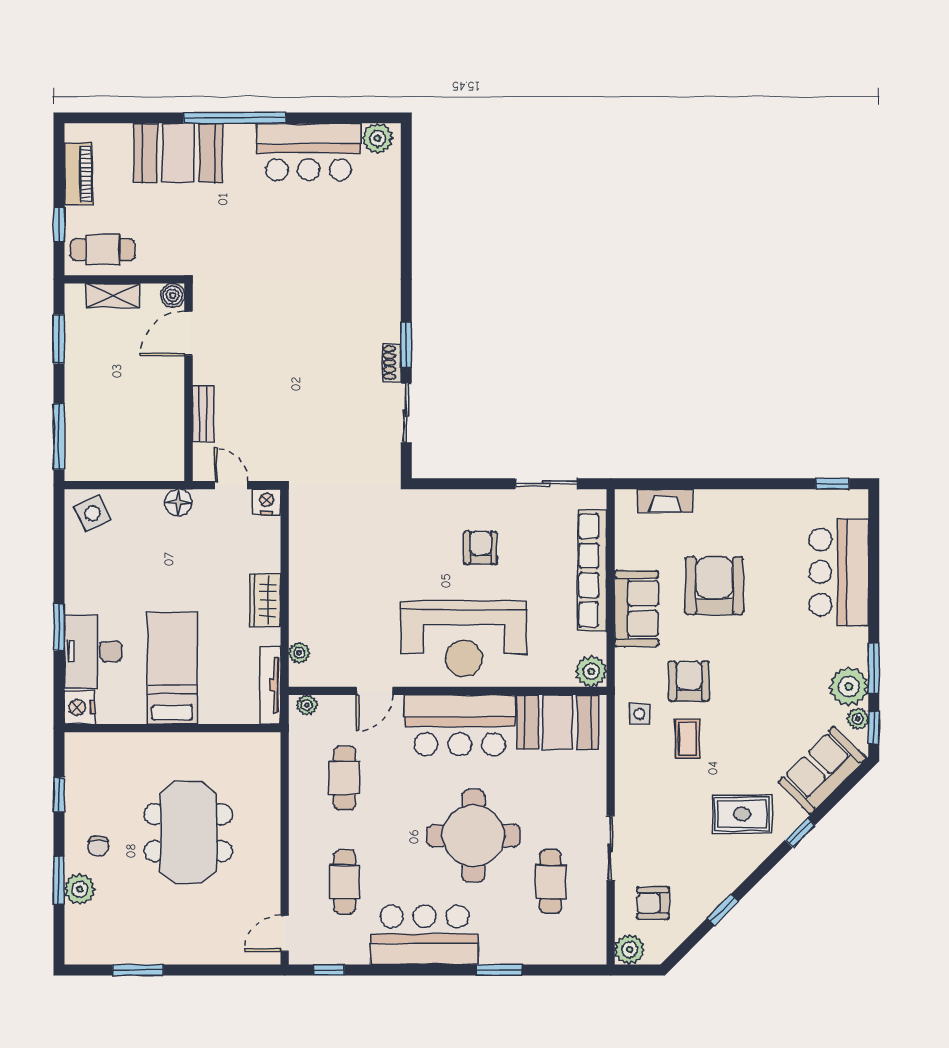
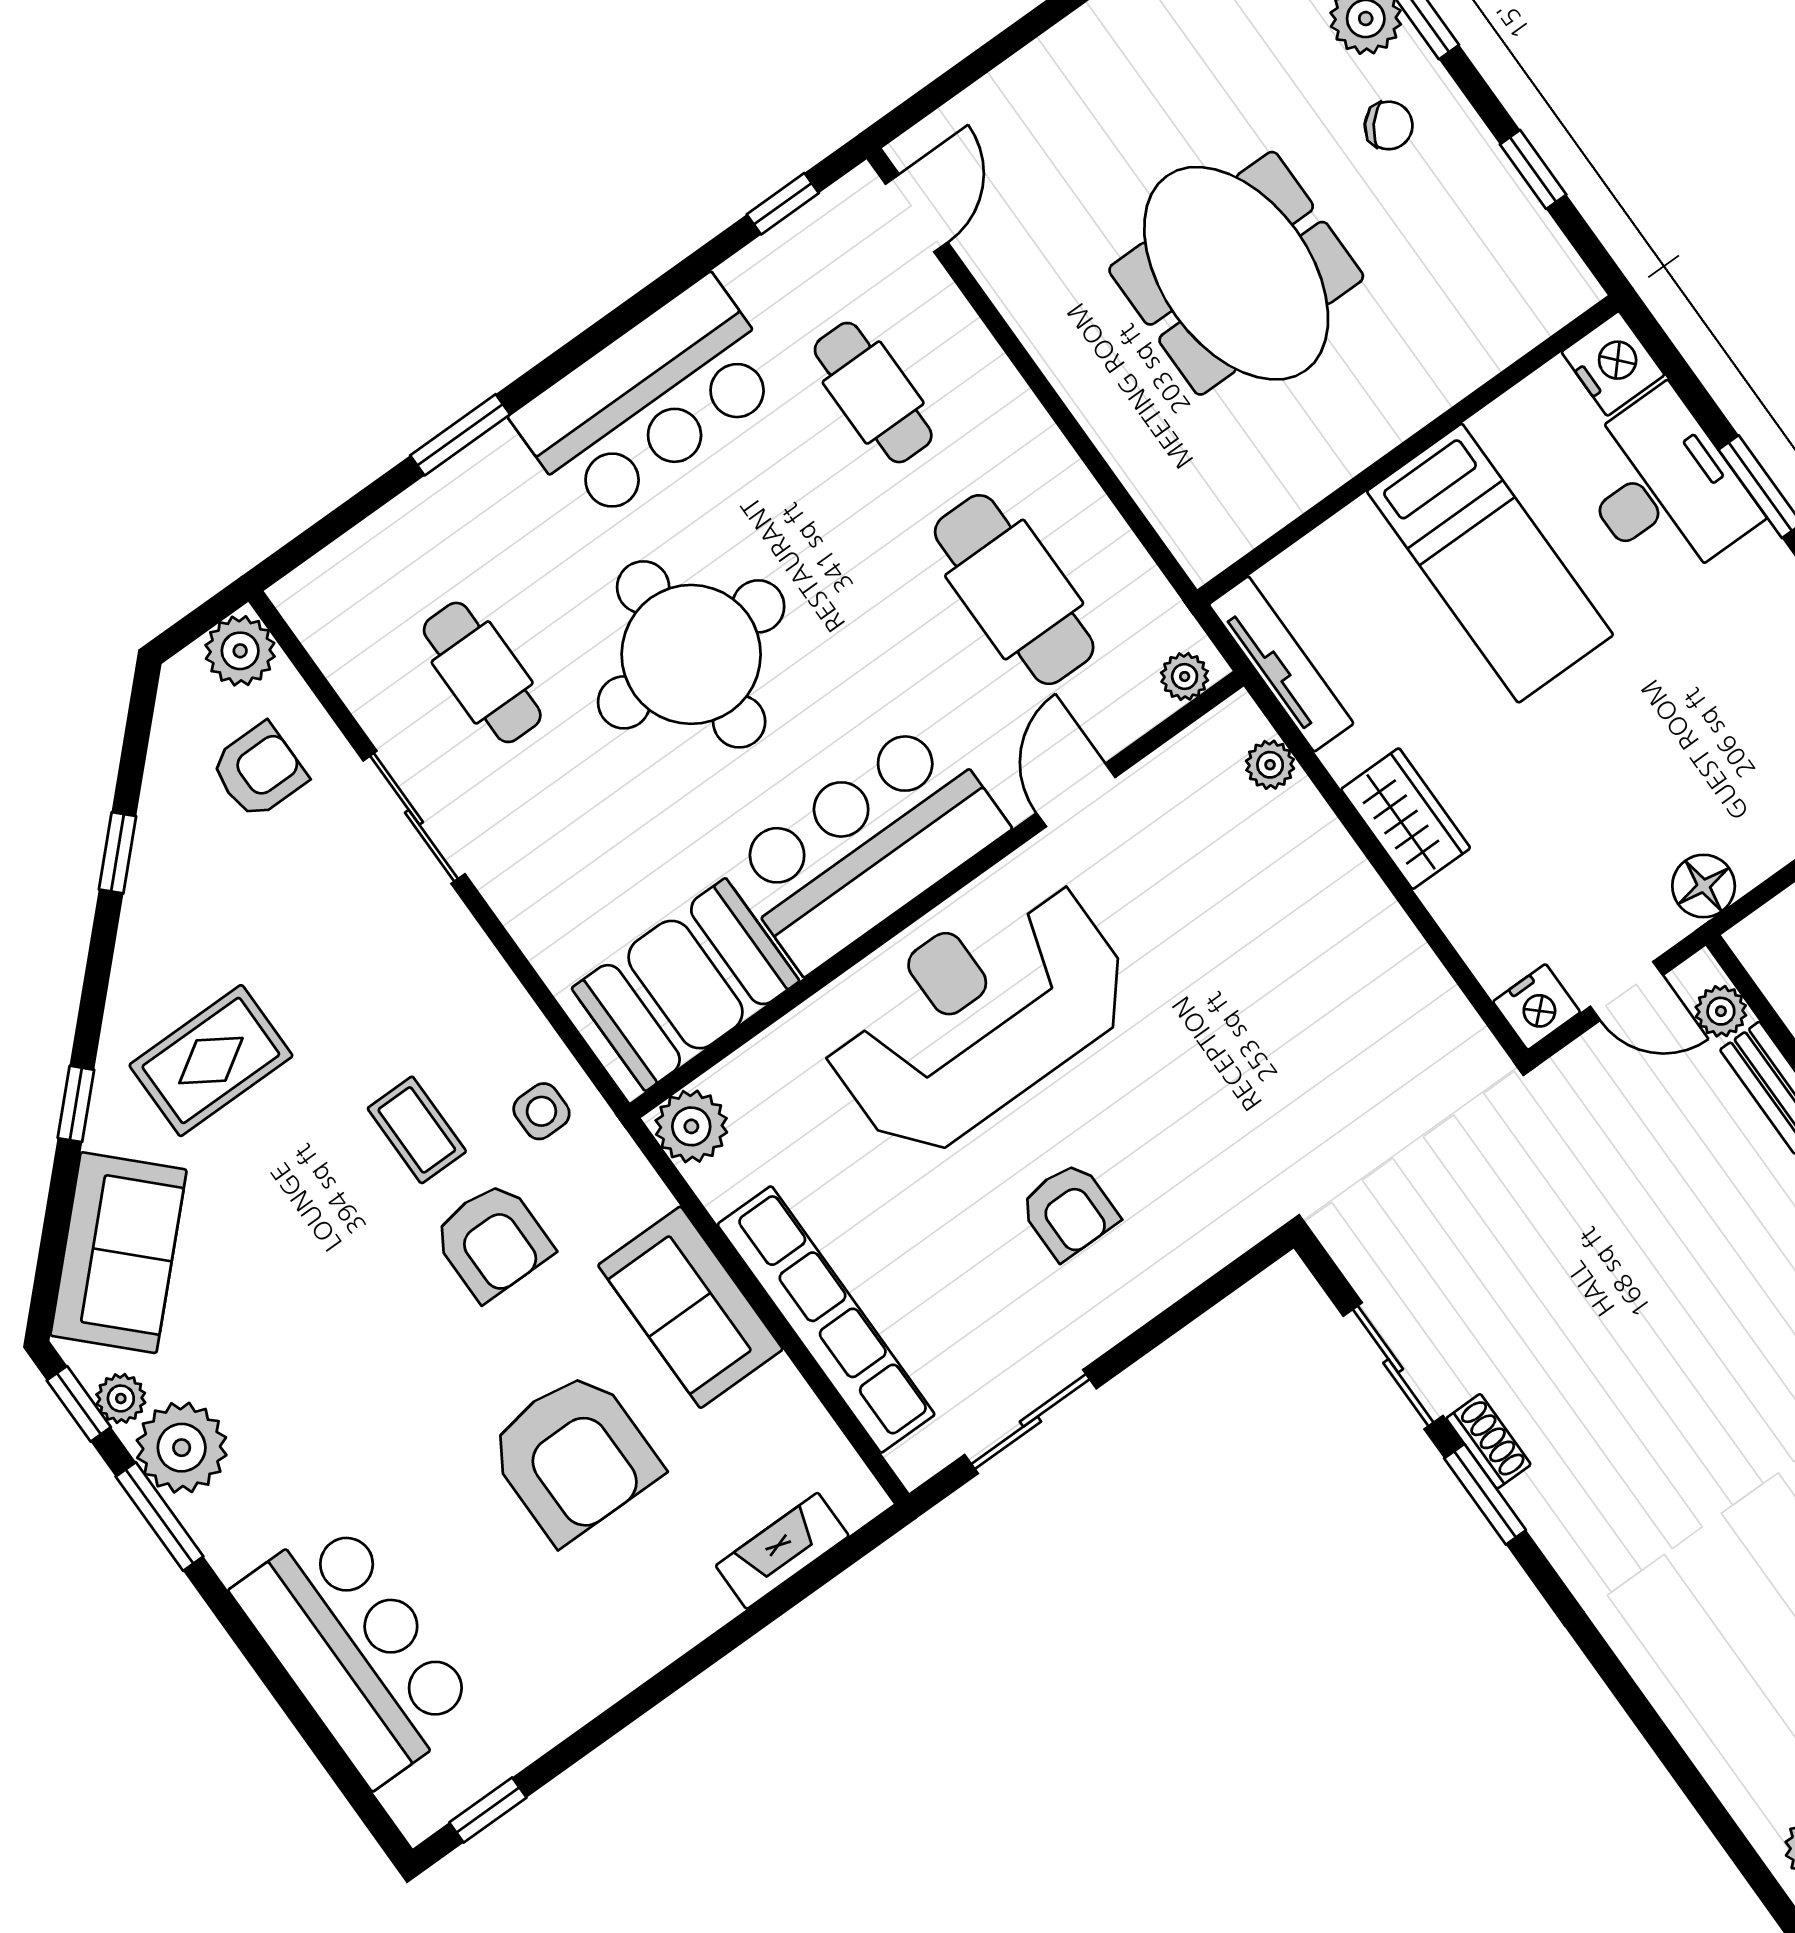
plant: (203, 455) -> (1721, 1011), added
cafe table: (345, 778) -> (1014, 590), width x1.37, depth x1.35
chair: (98, 846) -> (1389, 125), turned 130

